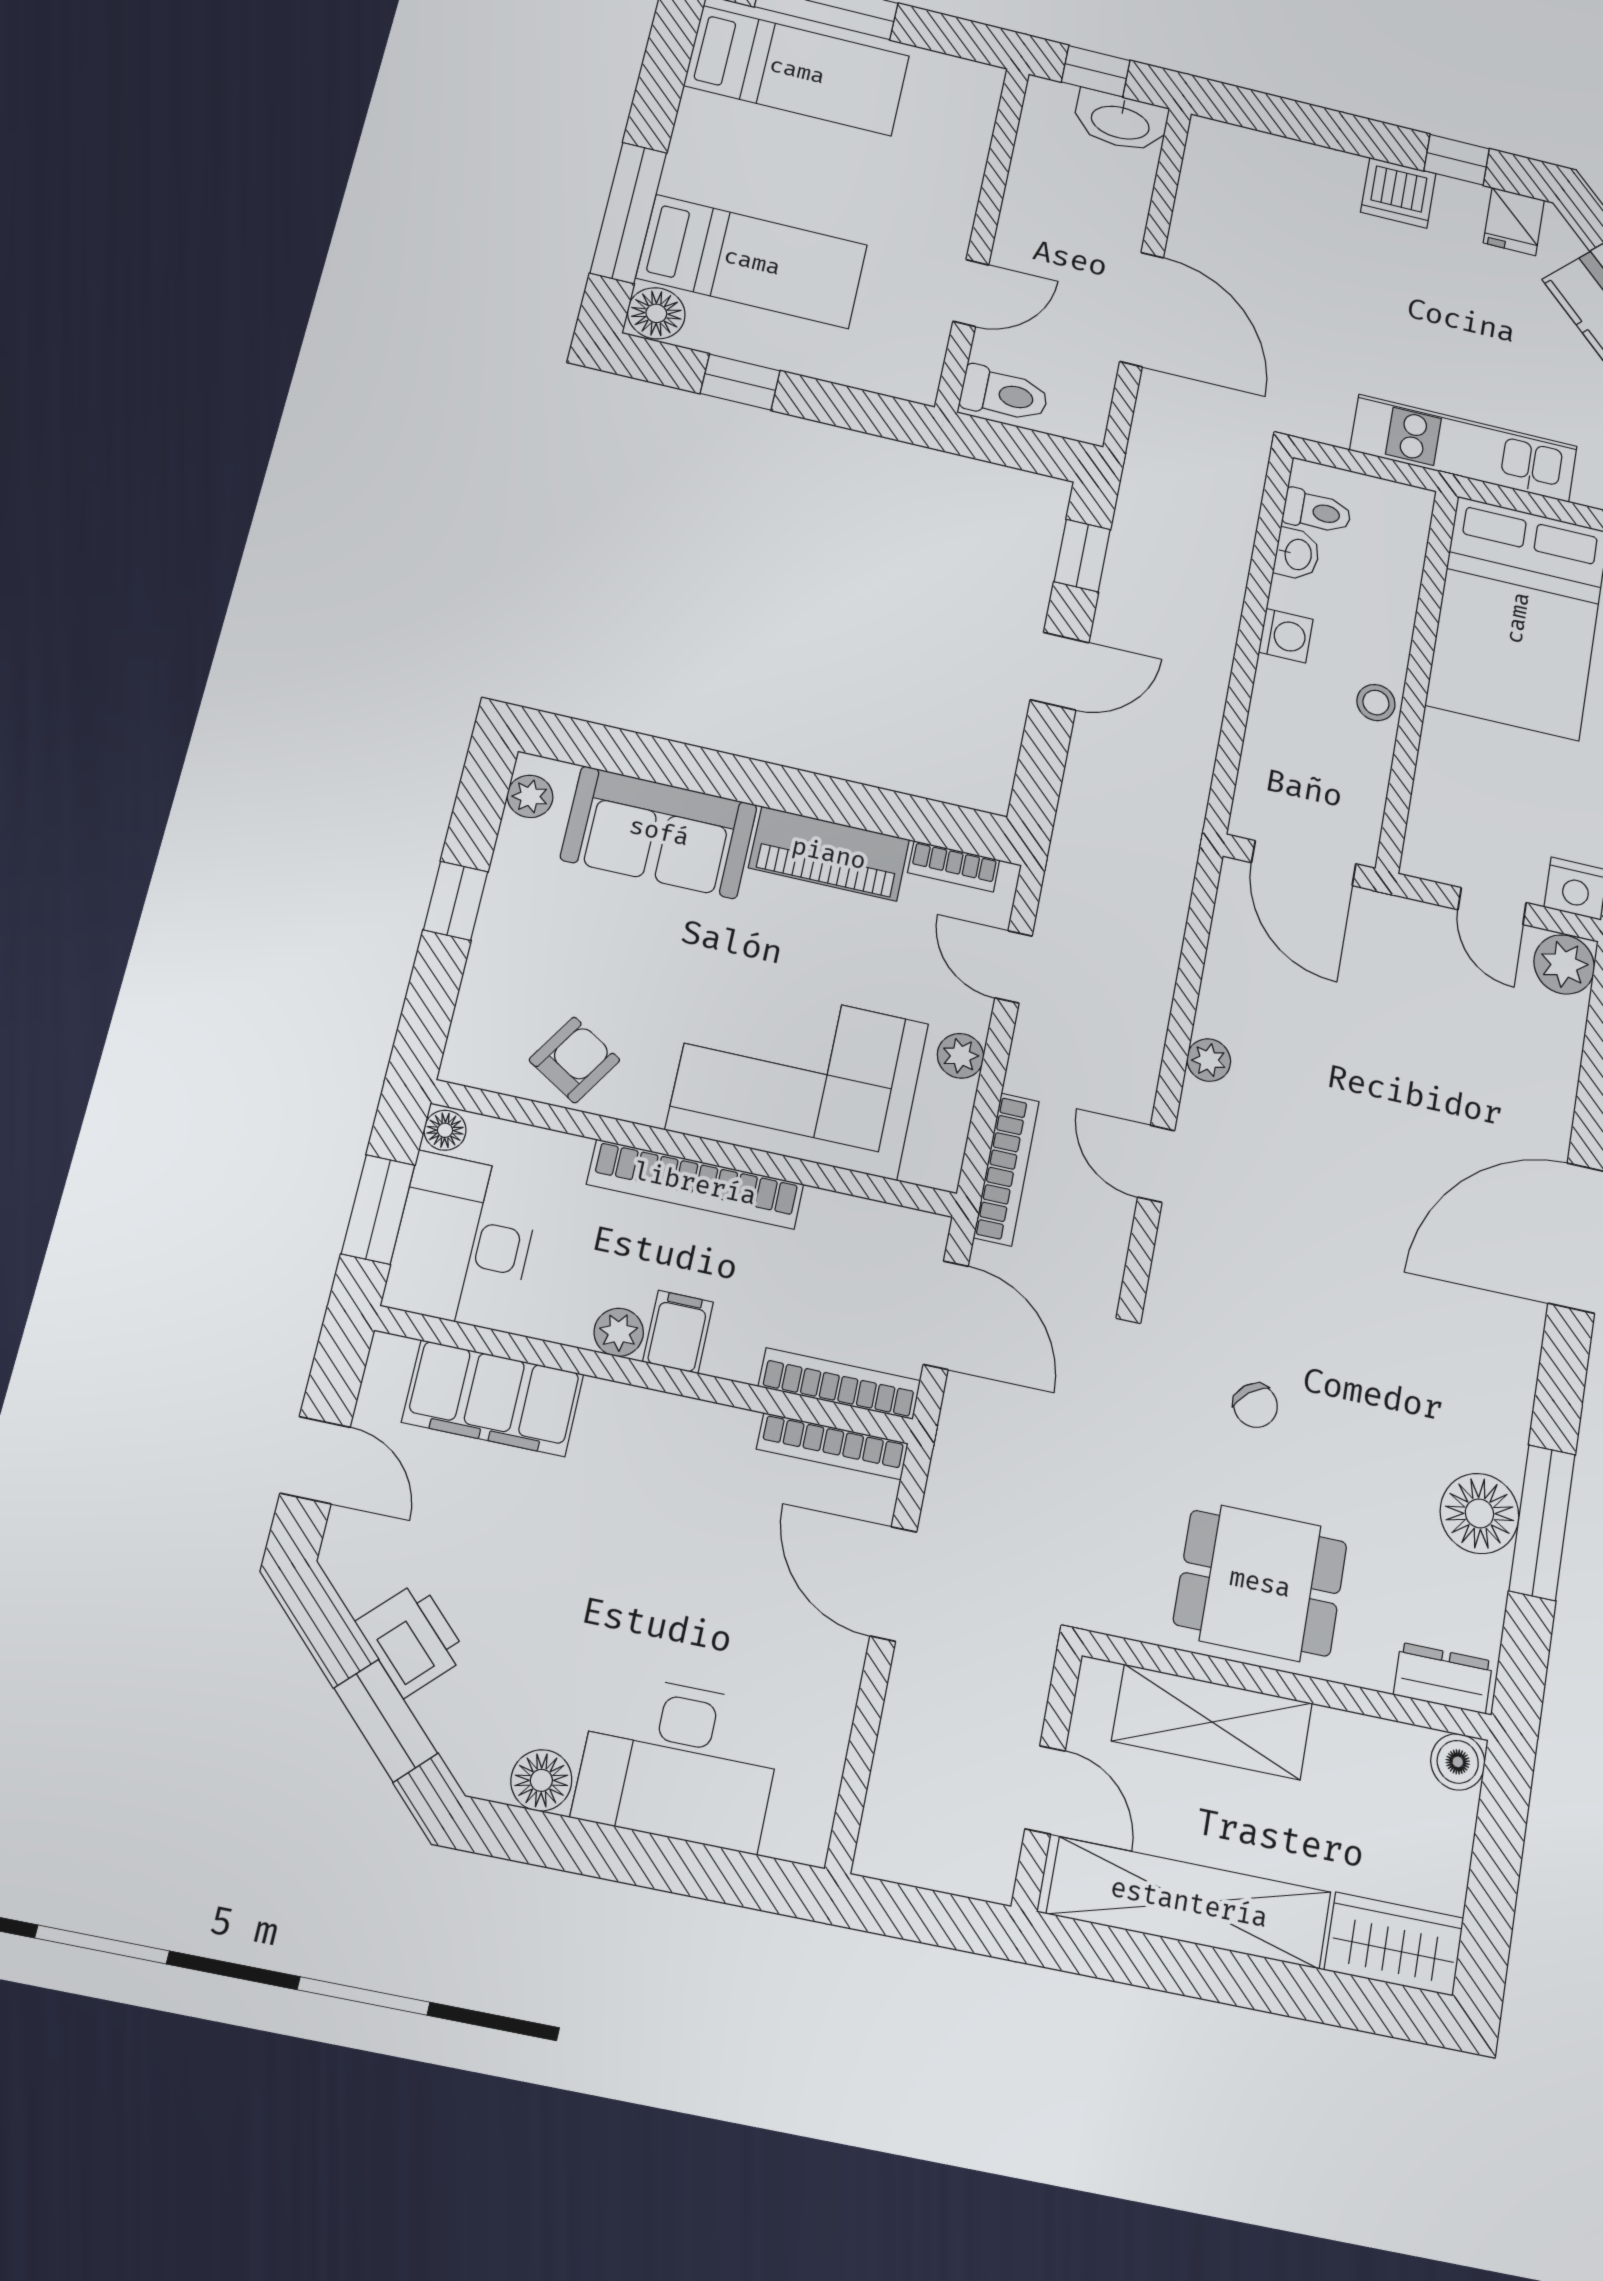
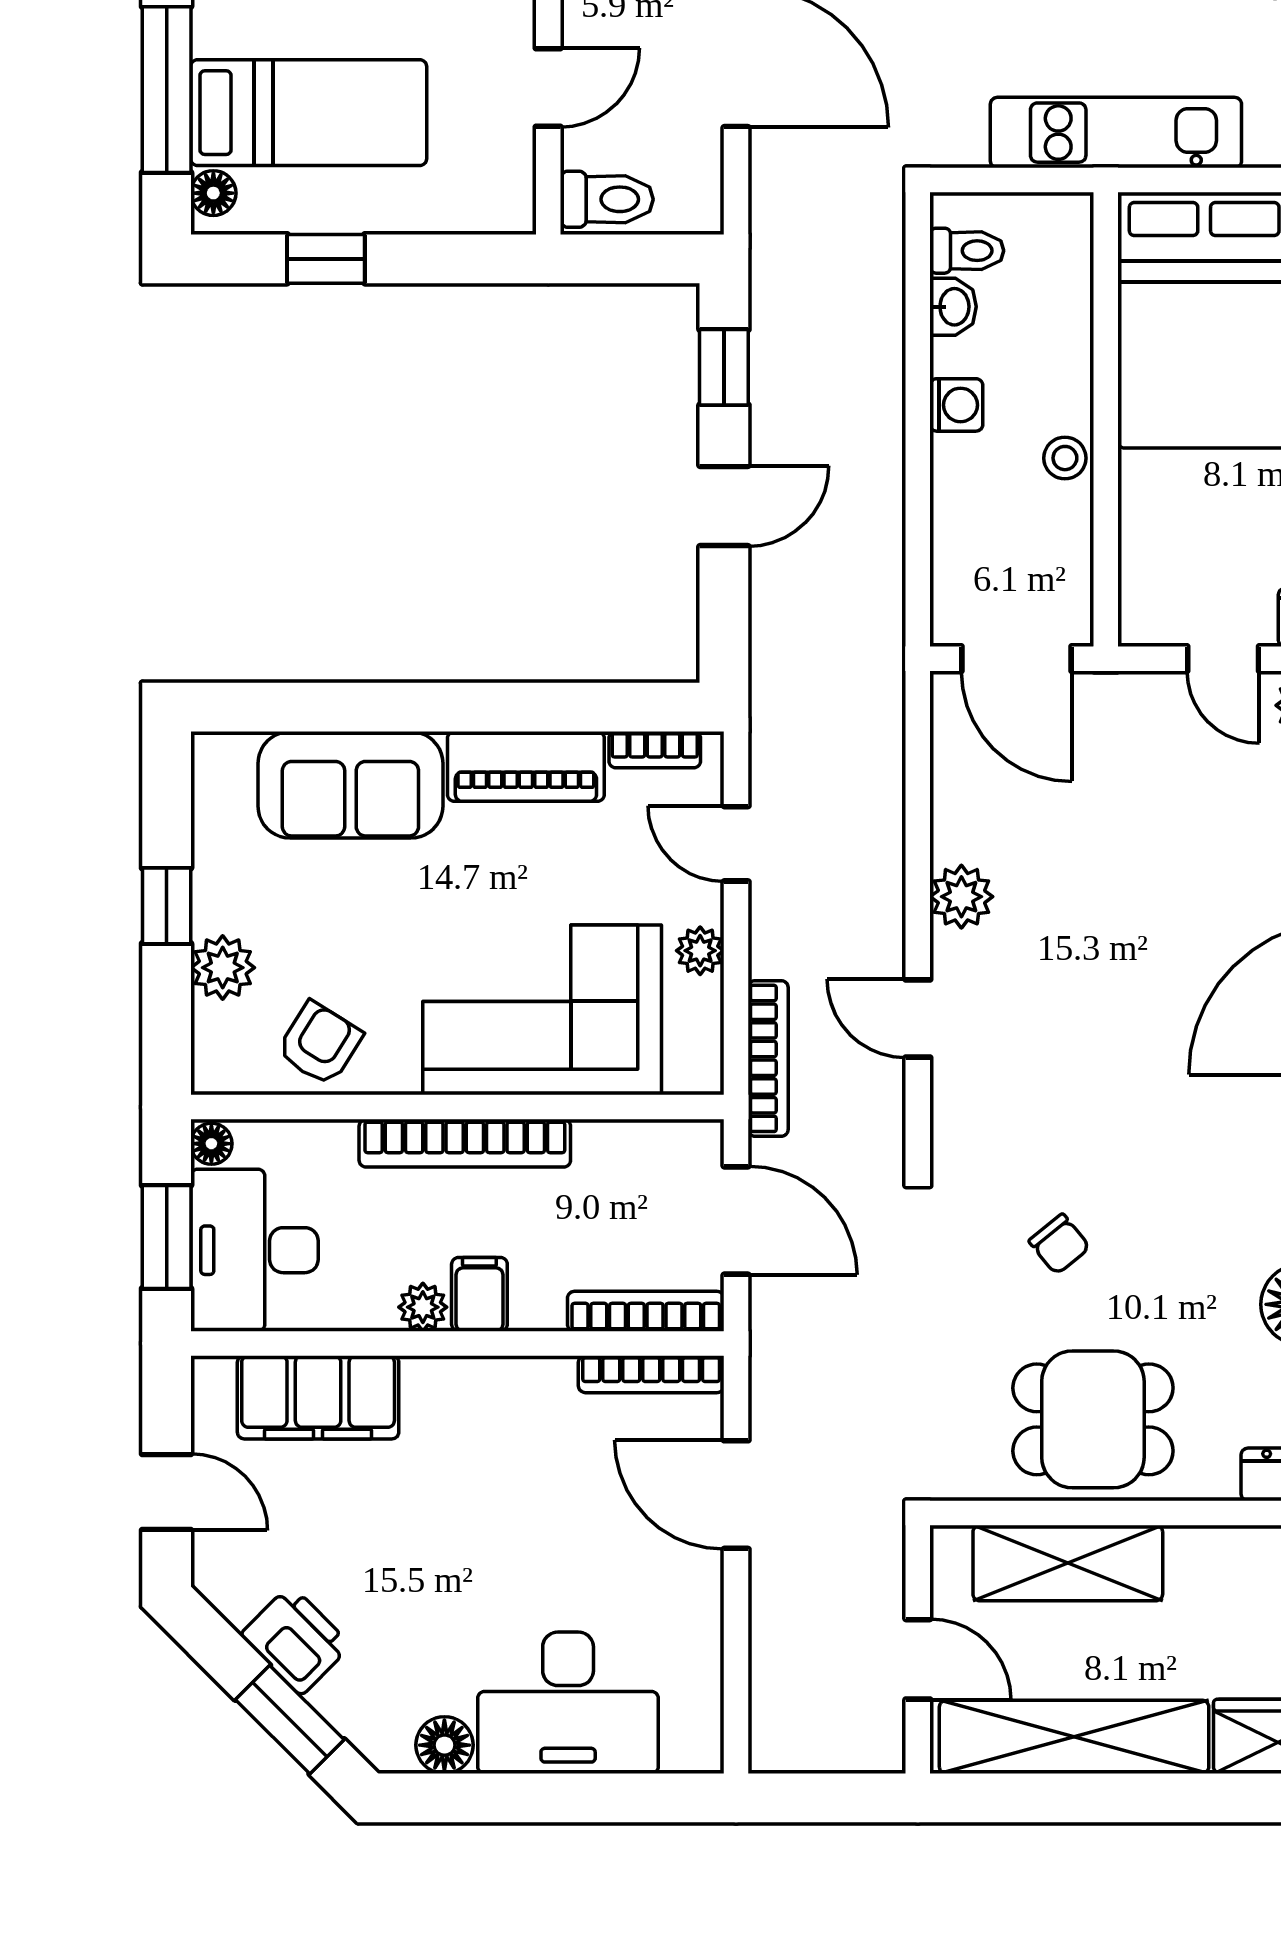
floor lamp: (656, 313) -> (213, 193), width x0.73, depth x0.73
plant: (530, 796) -> (223, 968), moved, width x1.38, depth x1.38
plant: (1209, 1060) -> (961, 897), width x1.38, depth x1.38

